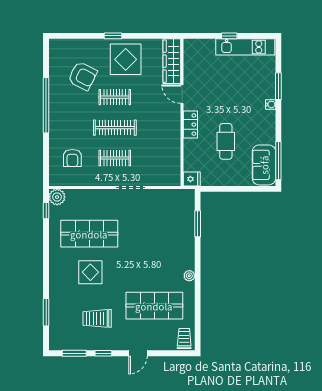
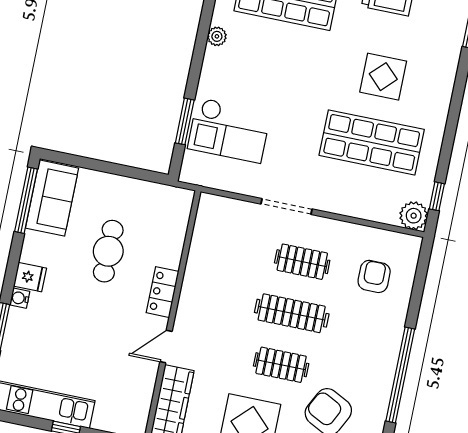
door: (182, 94) -> (166, 346), swing flipped
fridge: (192, 179) -> (30, 277), moved, turned 180
checkout: (171, 224) -> (229, 130), added

